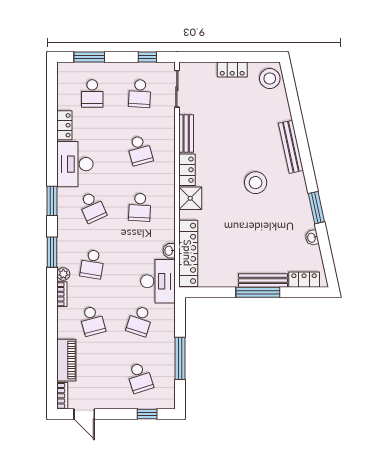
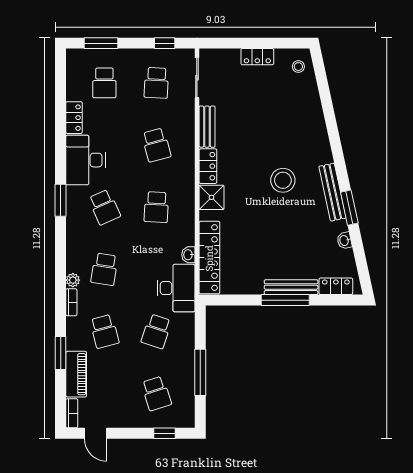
stool: (270, 79) -> (298, 67), width x0.53, depth x0.53
bench: (291, 147) -> (332, 192), moved
window: (52, 252) -> (61, 353), moved

